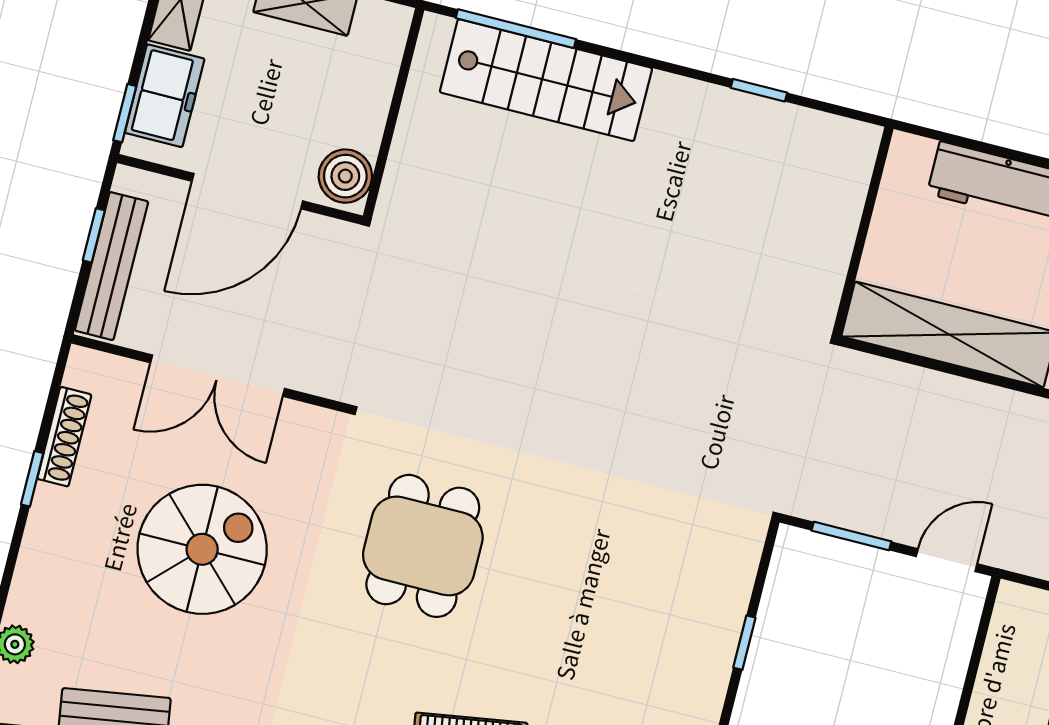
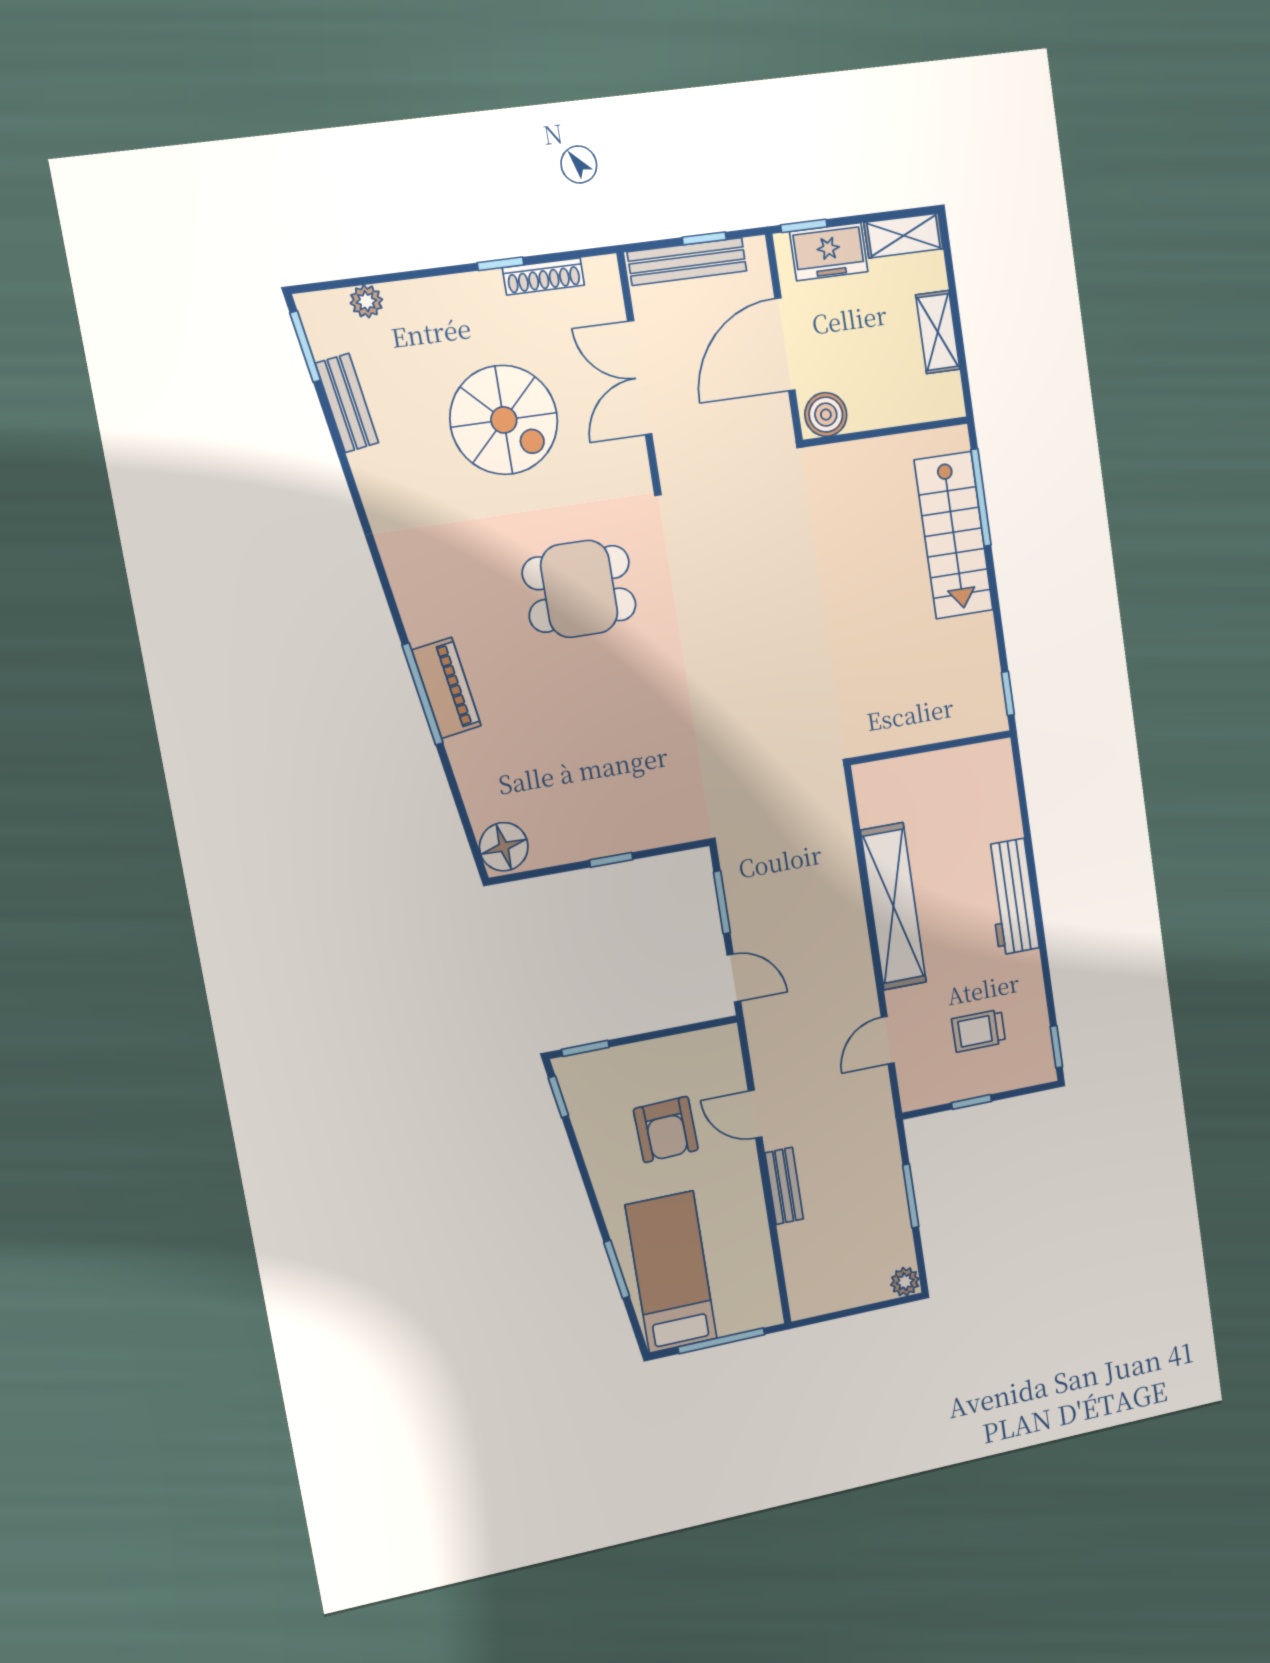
door: (247, 191) -> (785, 344), hinge flipped
wall: (863, 232) -> (931, 748), moved

